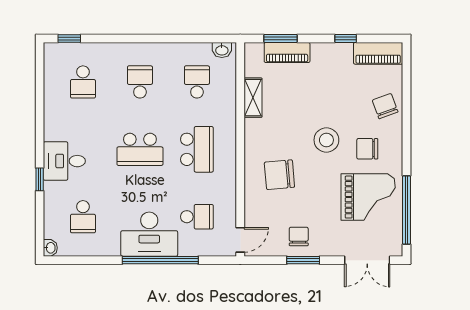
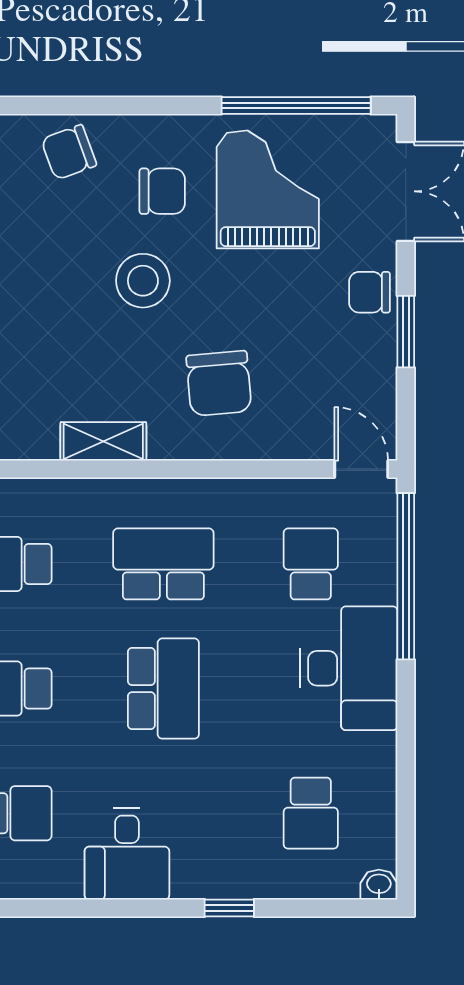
shelving: (253, 98) -> (103, 441), moved
chair: (367, 149) -> (162, 191), turned -90
desk: (64, 161) -> (127, 854), moved
school desk: (83, 217) -> (311, 813), turned 90
chair: (299, 236) -> (370, 292), moved
window: (160, 260) -> (406, 576), moved

